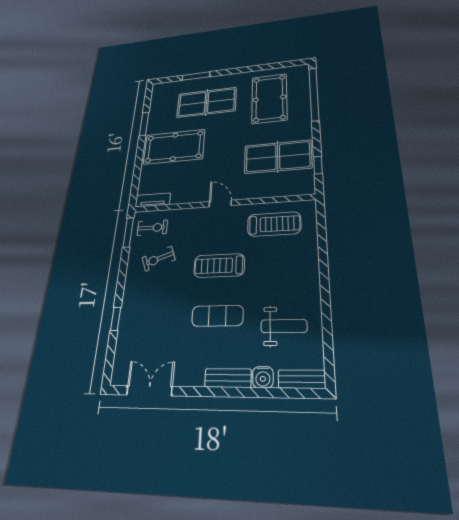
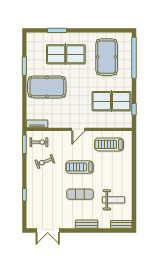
door: (220, 204) -> (78, 129), swing flipped
treadmill: (274, 224) -> (109, 144), turned 180
water cooler: (263, 377) -> (103, 224), removed
double door: (149, 391) -> (48, 230), swing flipped

